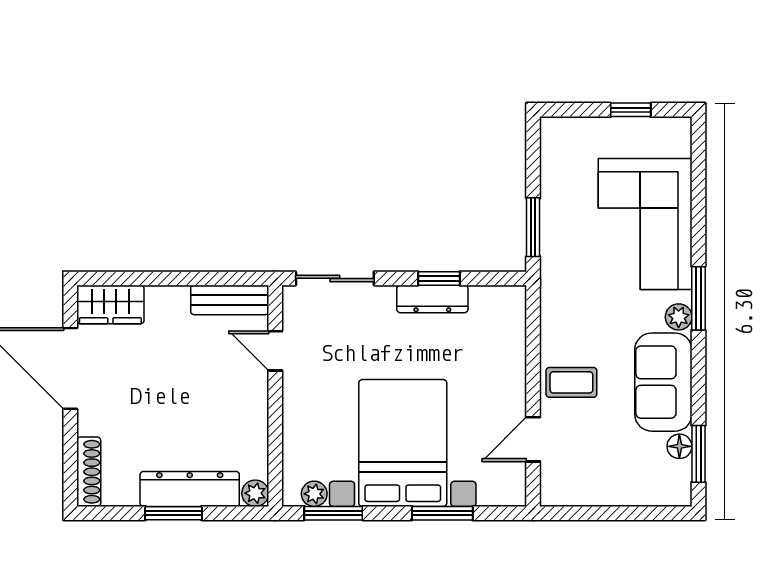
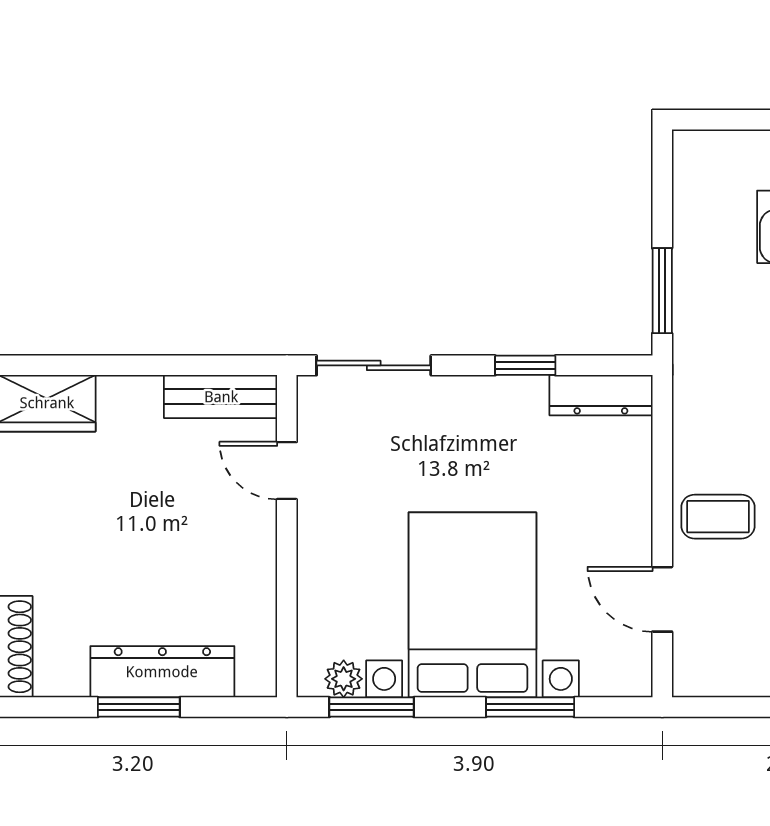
dresser: (432, 299) -> (601, 395), moved
door: (533, 439) -> (662, 599), hinge flipped
plant: (255, 493) -> (258, 678), removed

